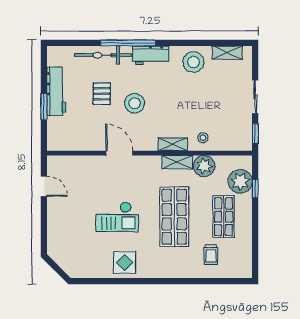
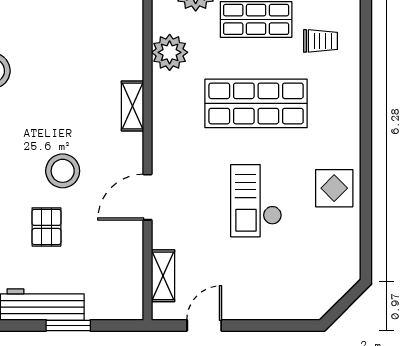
pallet: (102, 94) -> (46, 227), turned 90
stool: (203, 138) -> (121, 54), removed
shelving: (177, 162) -> (163, 276), moved
checkout: (117, 217) -> (256, 201), turned 180

